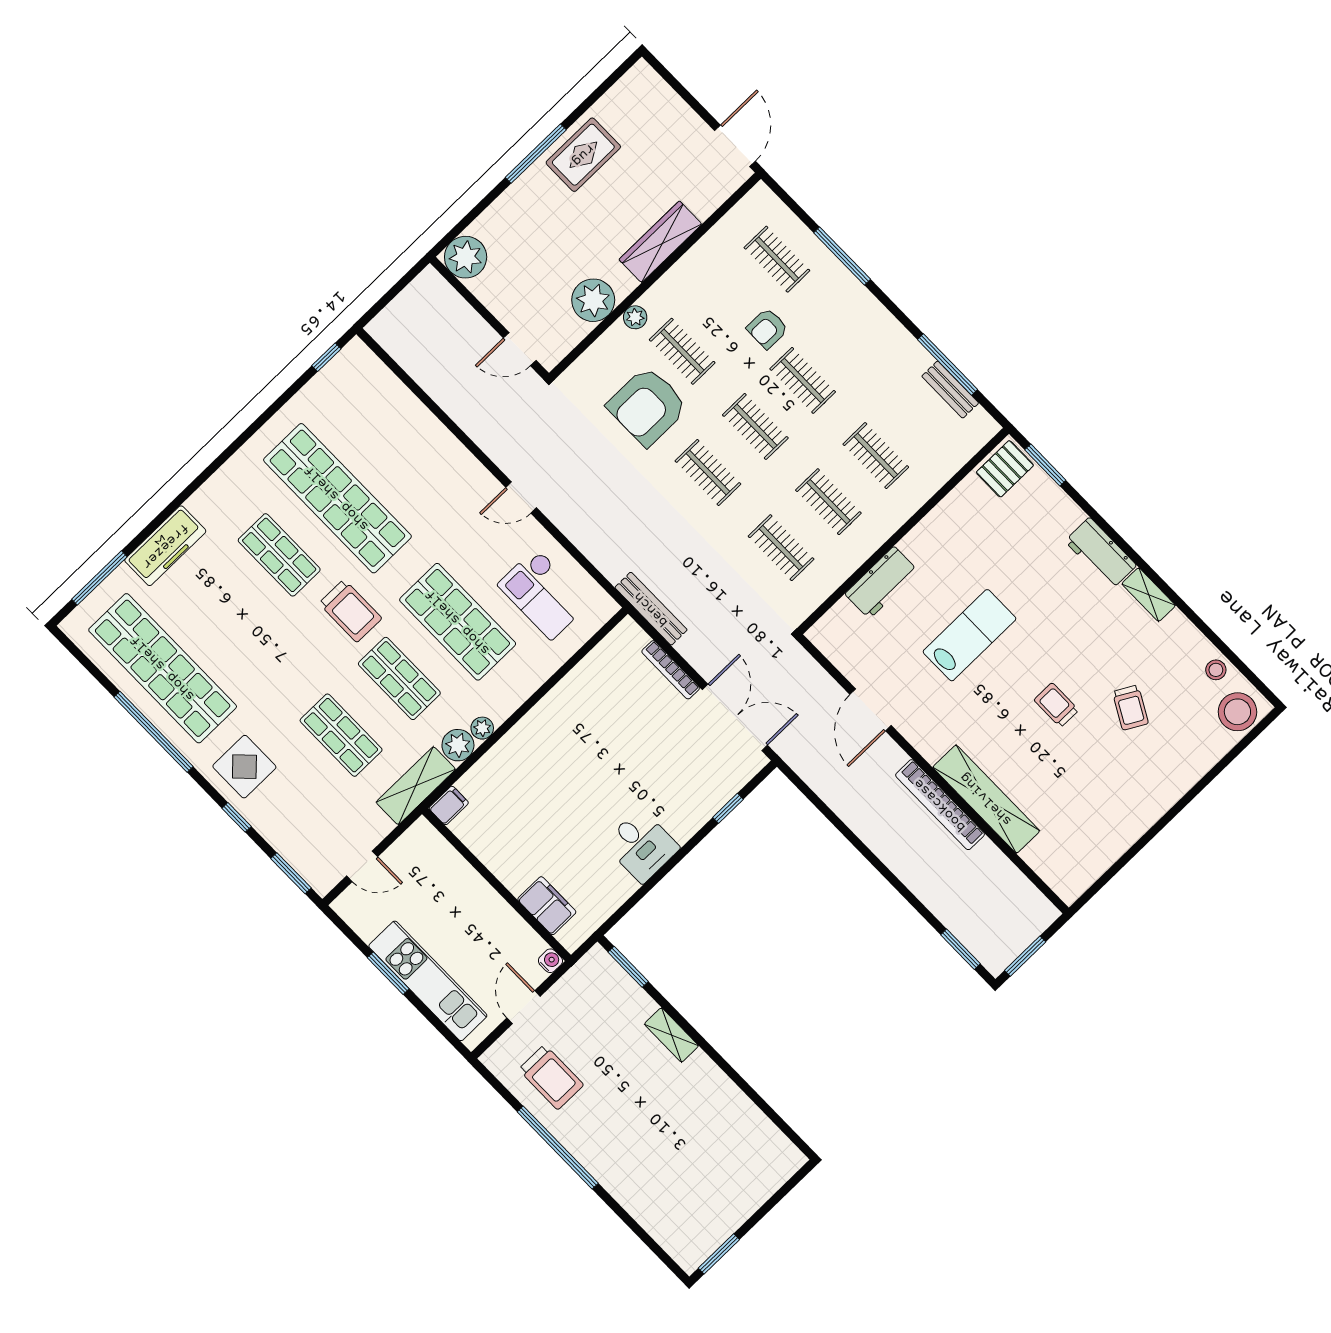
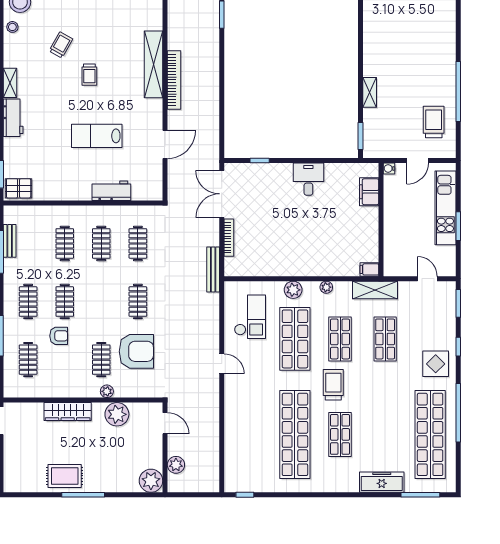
plant: (453, 309) -> (176, 465), added
clothes rail: (755, 426) -> (28, 302), moved
plant: (458, 745) -> (293, 290), moved

